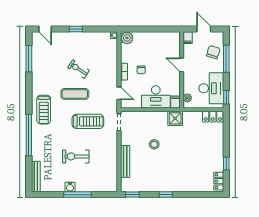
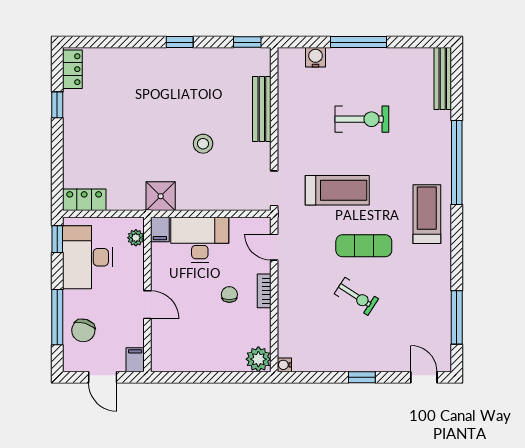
treadmill: (88, 121) -> (337, 190), turned 180
water cooler: (70, 187) -> (316, 57), moved

